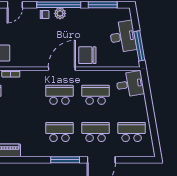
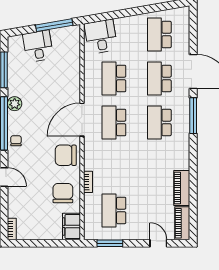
plant: (60, 13) -> (15, 104), moved
desk: (123, 37) -> (38, 46), width x0.73
chair: (87, 55) -> (66, 155), moved, turned 90
door: (62, 69) -> (82, 120), hinge flipped

